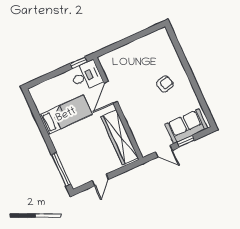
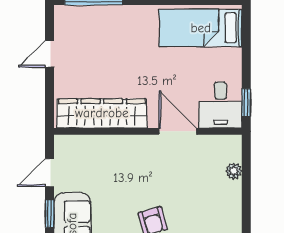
plant: (118, 53) -> (234, 171), added
bed: (66, 115) -> (201, 28), moved, turned 90
door: (100, 180) -> (49, 54), hinge flipped

